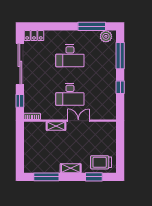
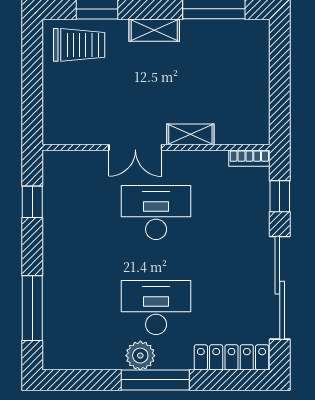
window: (92, 26) -> (155, 380), moved
locker: (34, 36) -> (231, 357), width x1.53
plant: (106, 36) -> (140, 356), moved
window: (120, 87) -> (32, 202), moved

